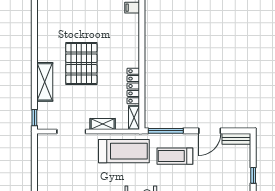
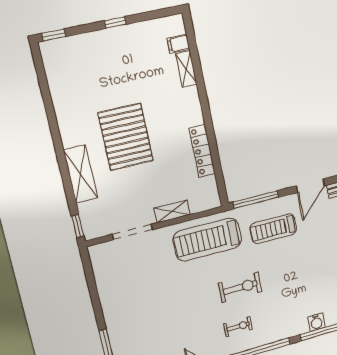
shelving: (134, 118) -> (186, 69), moved
treadmill: (124, 151) -> (207, 239), turned 180

